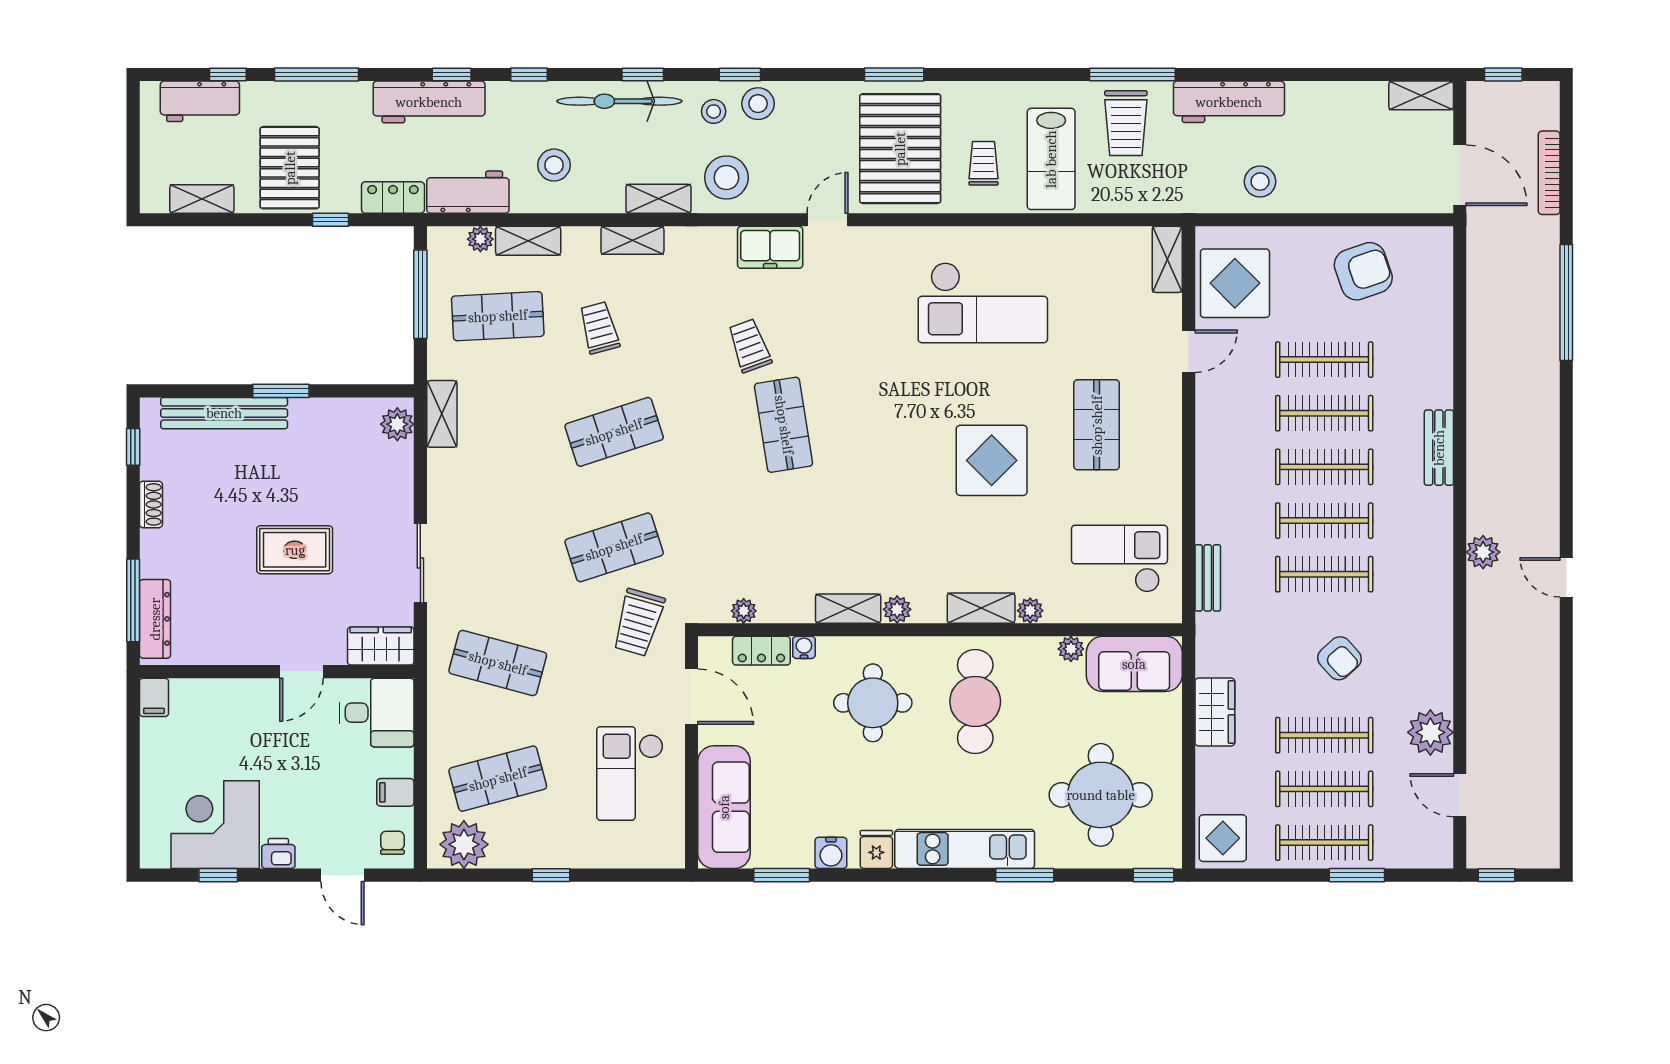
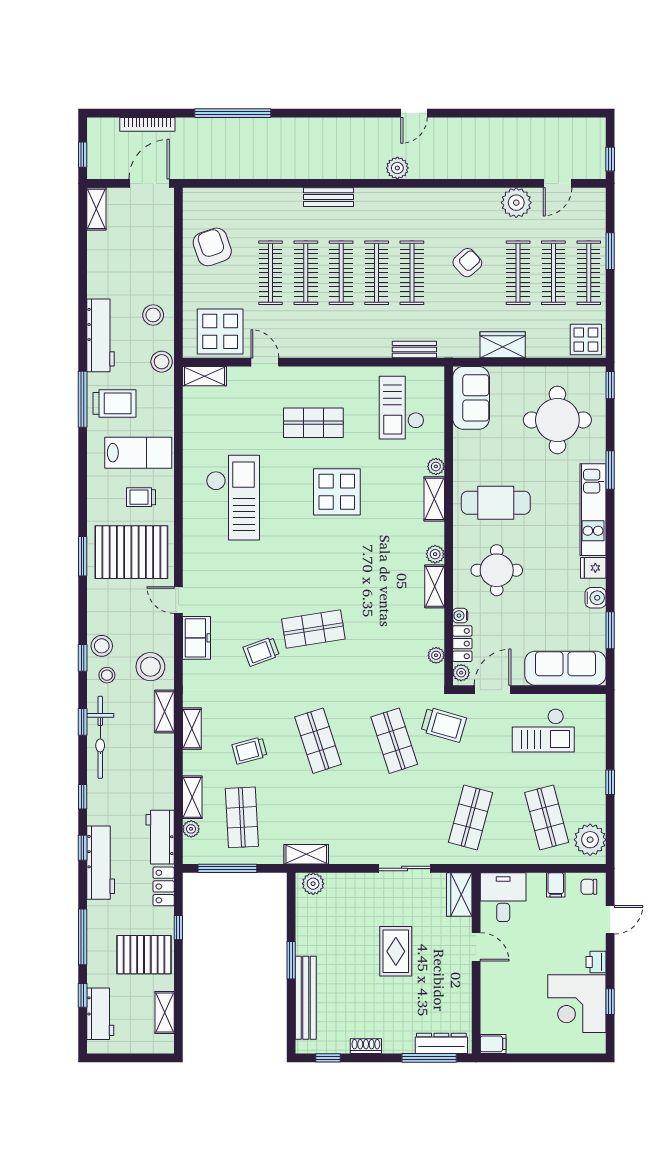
stool: (554, 165) -> (162, 362), moved
plant: (1071, 649) -> (461, 673), moved

